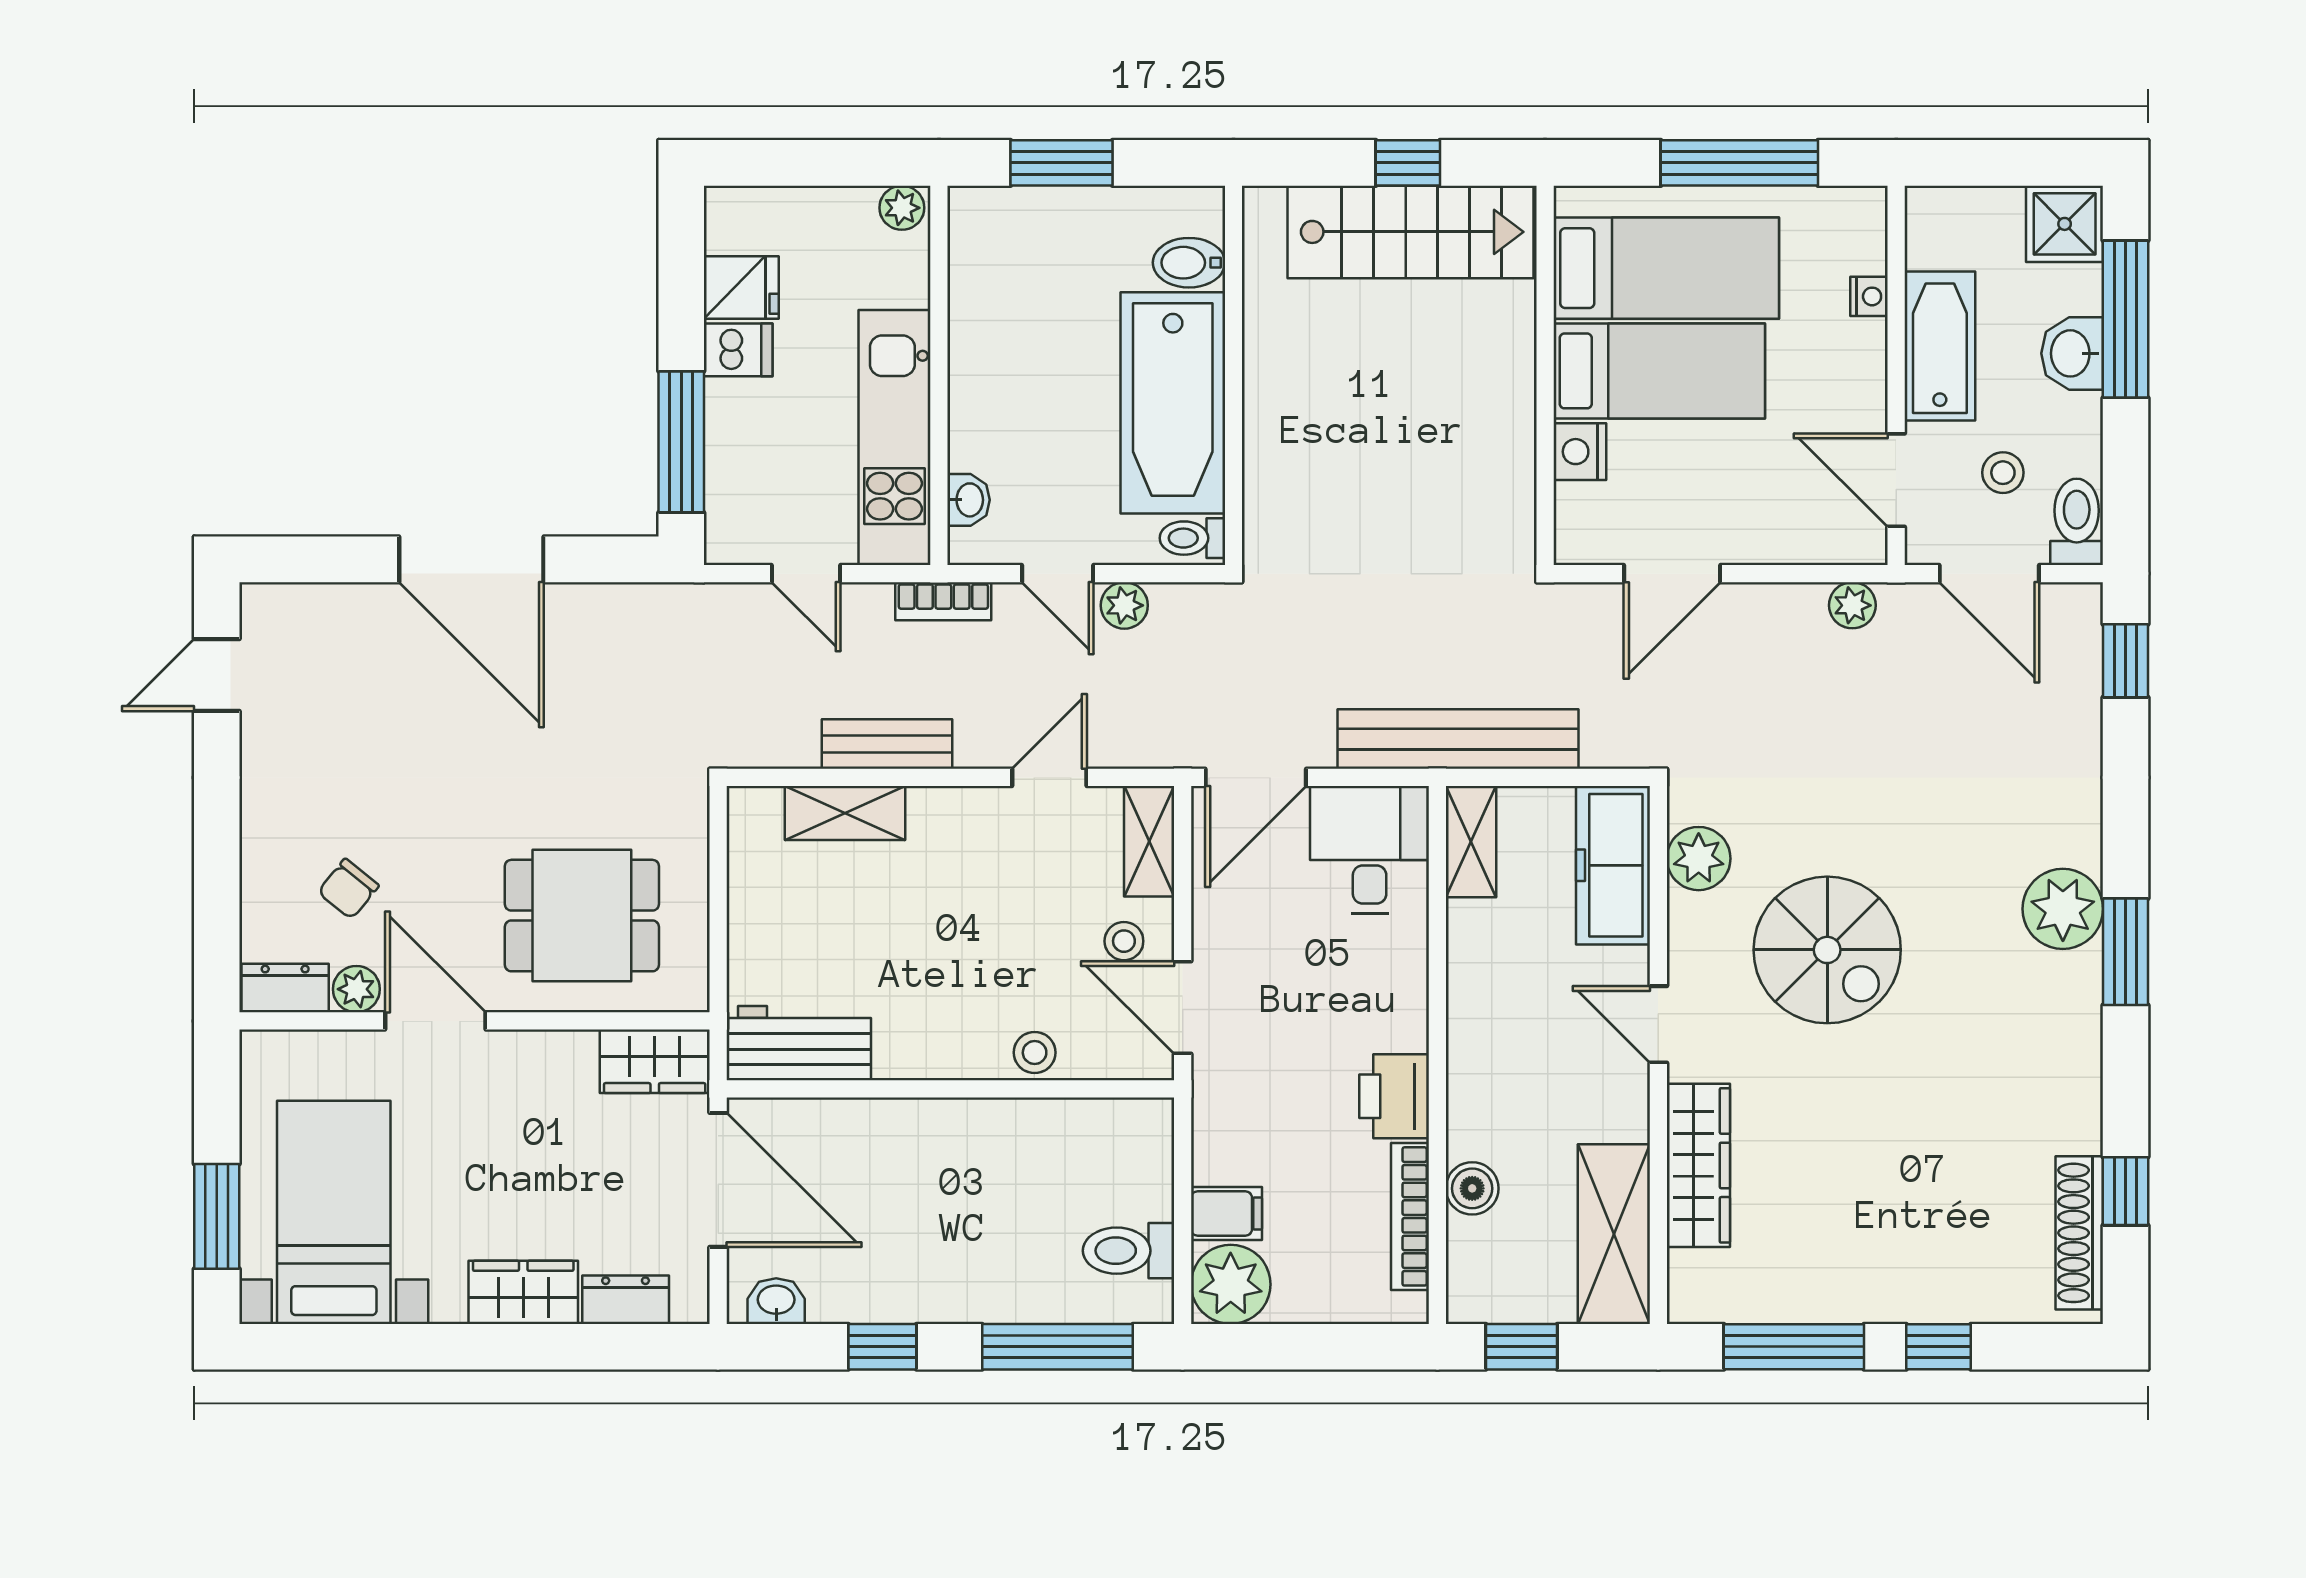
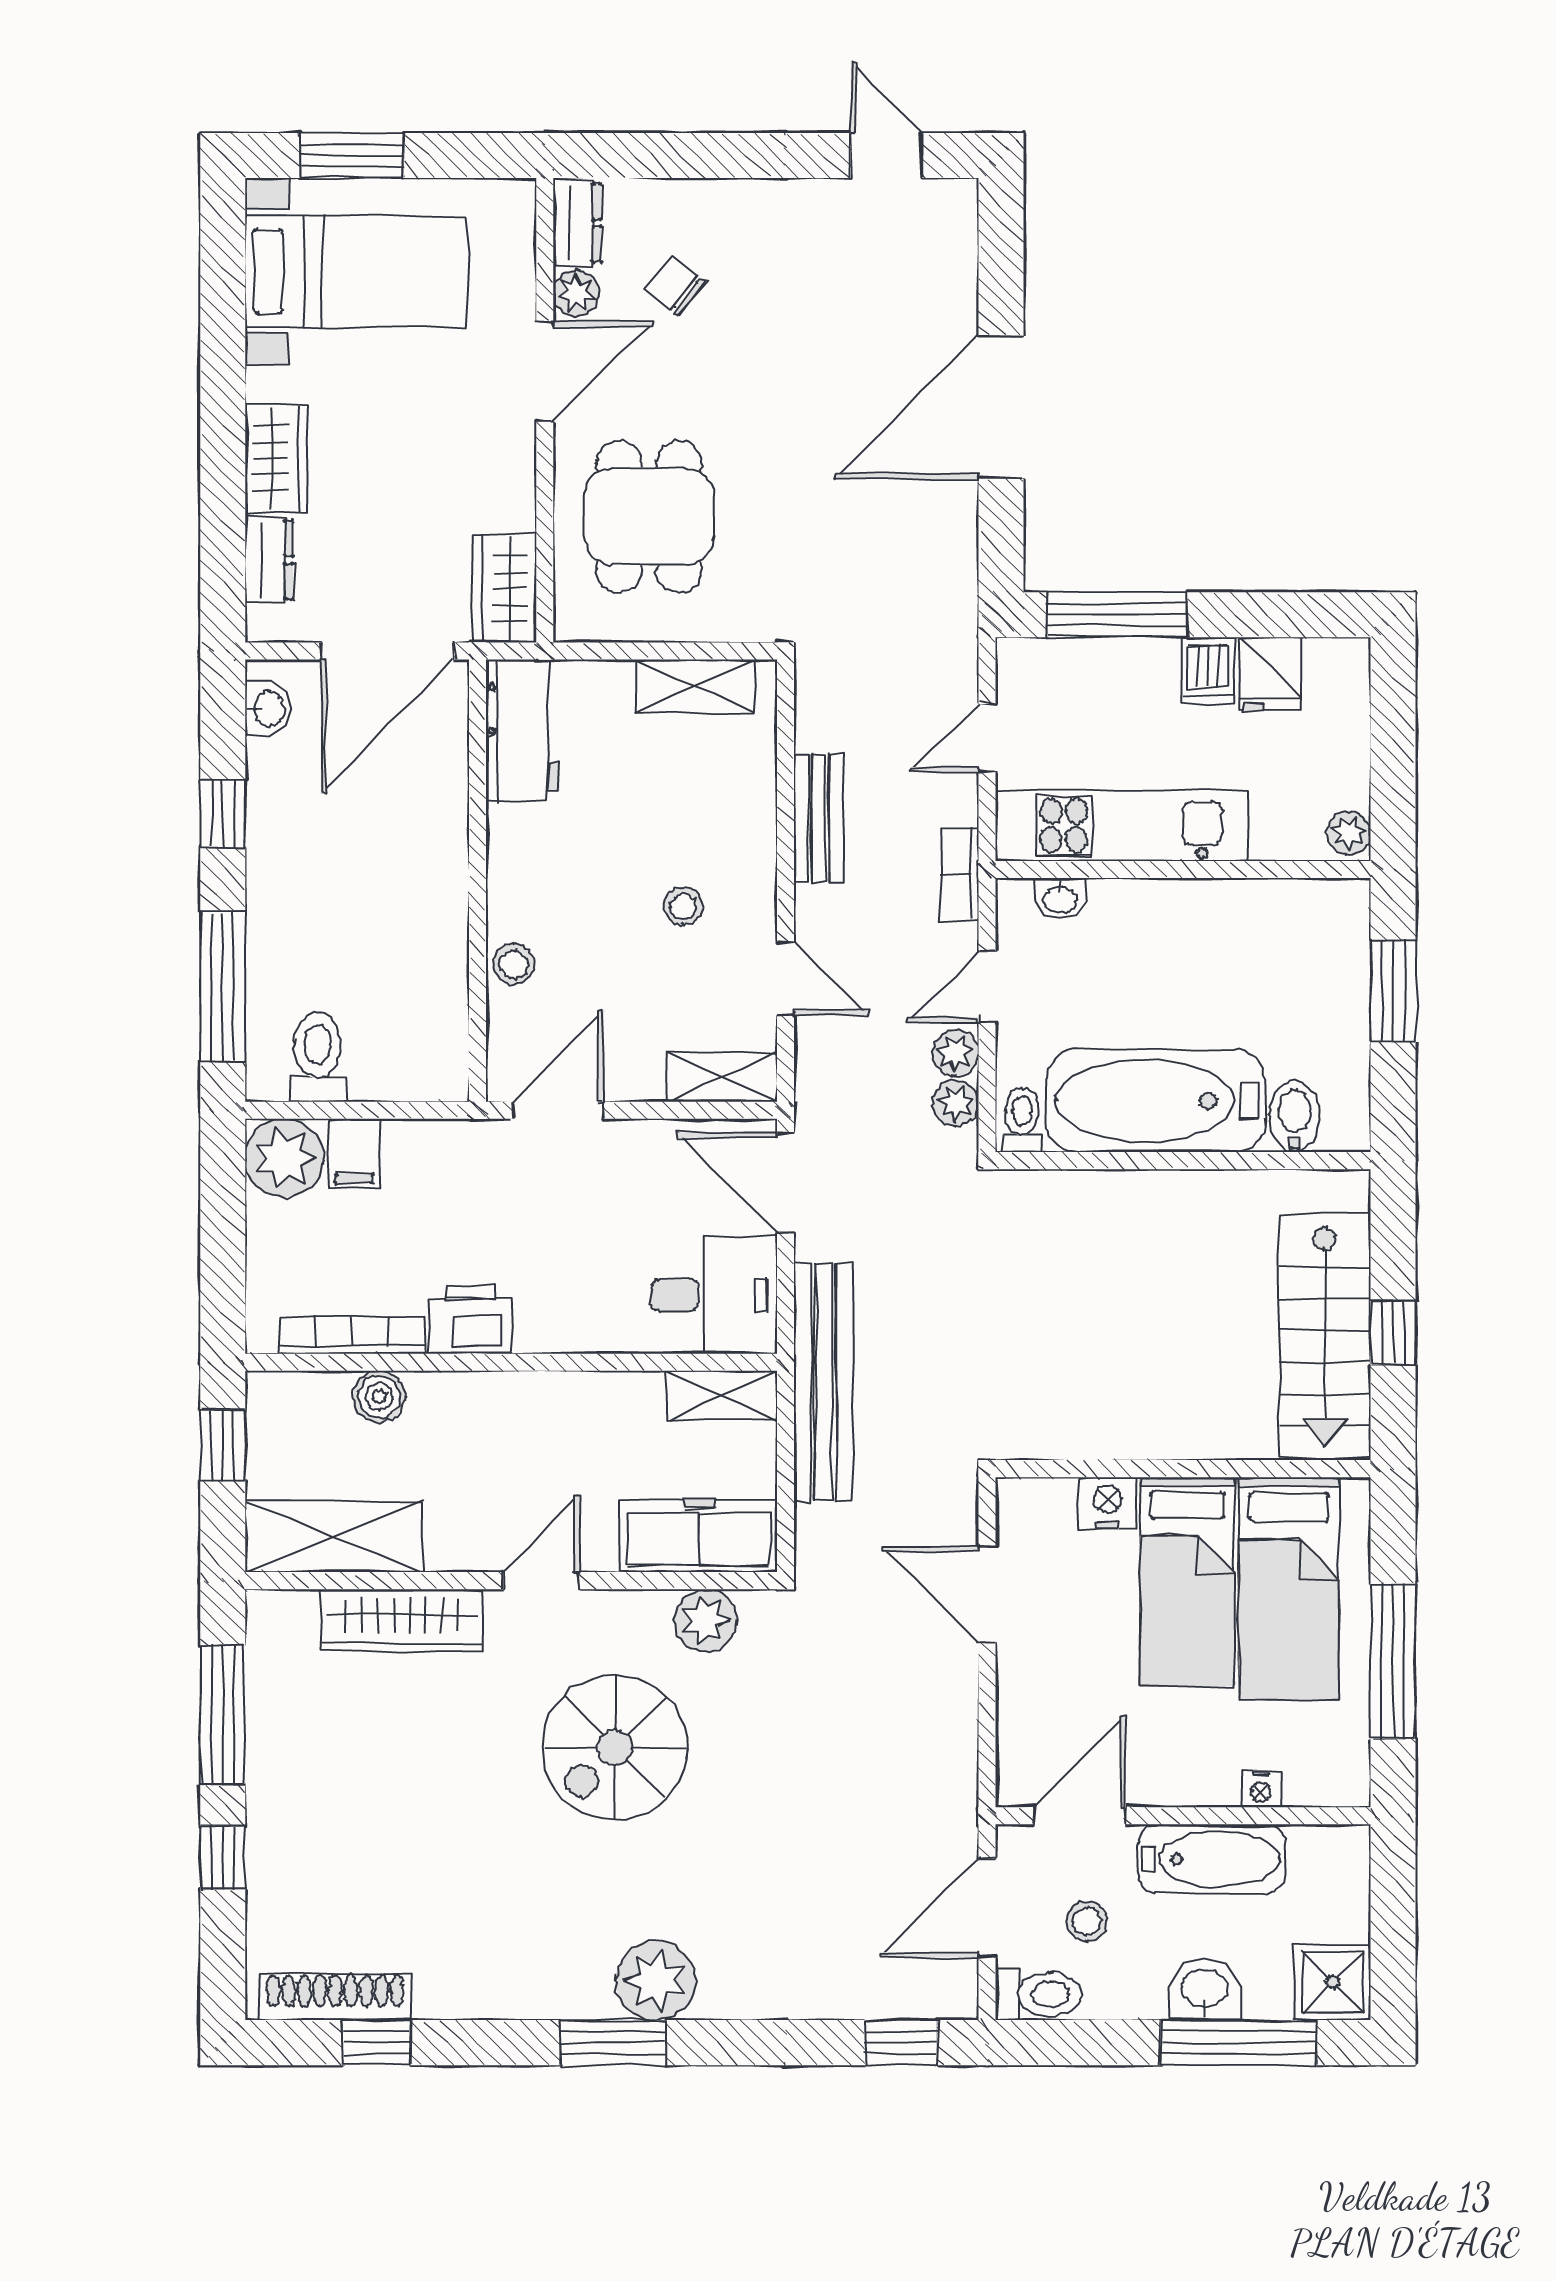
plant: (1852, 605) -> (956, 1103), moved
shelving: (845, 813) -> (695, 686), moved, turned 90
stool: (1124, 941) -> (683, 906), moved

